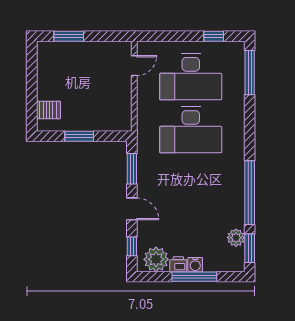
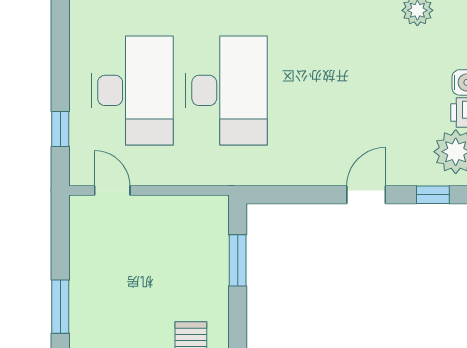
window: (214, 36) -> (60, 129), moved
window: (79, 136) -> (238, 260), moved
window: (132, 169) -> (295, 195), removed

